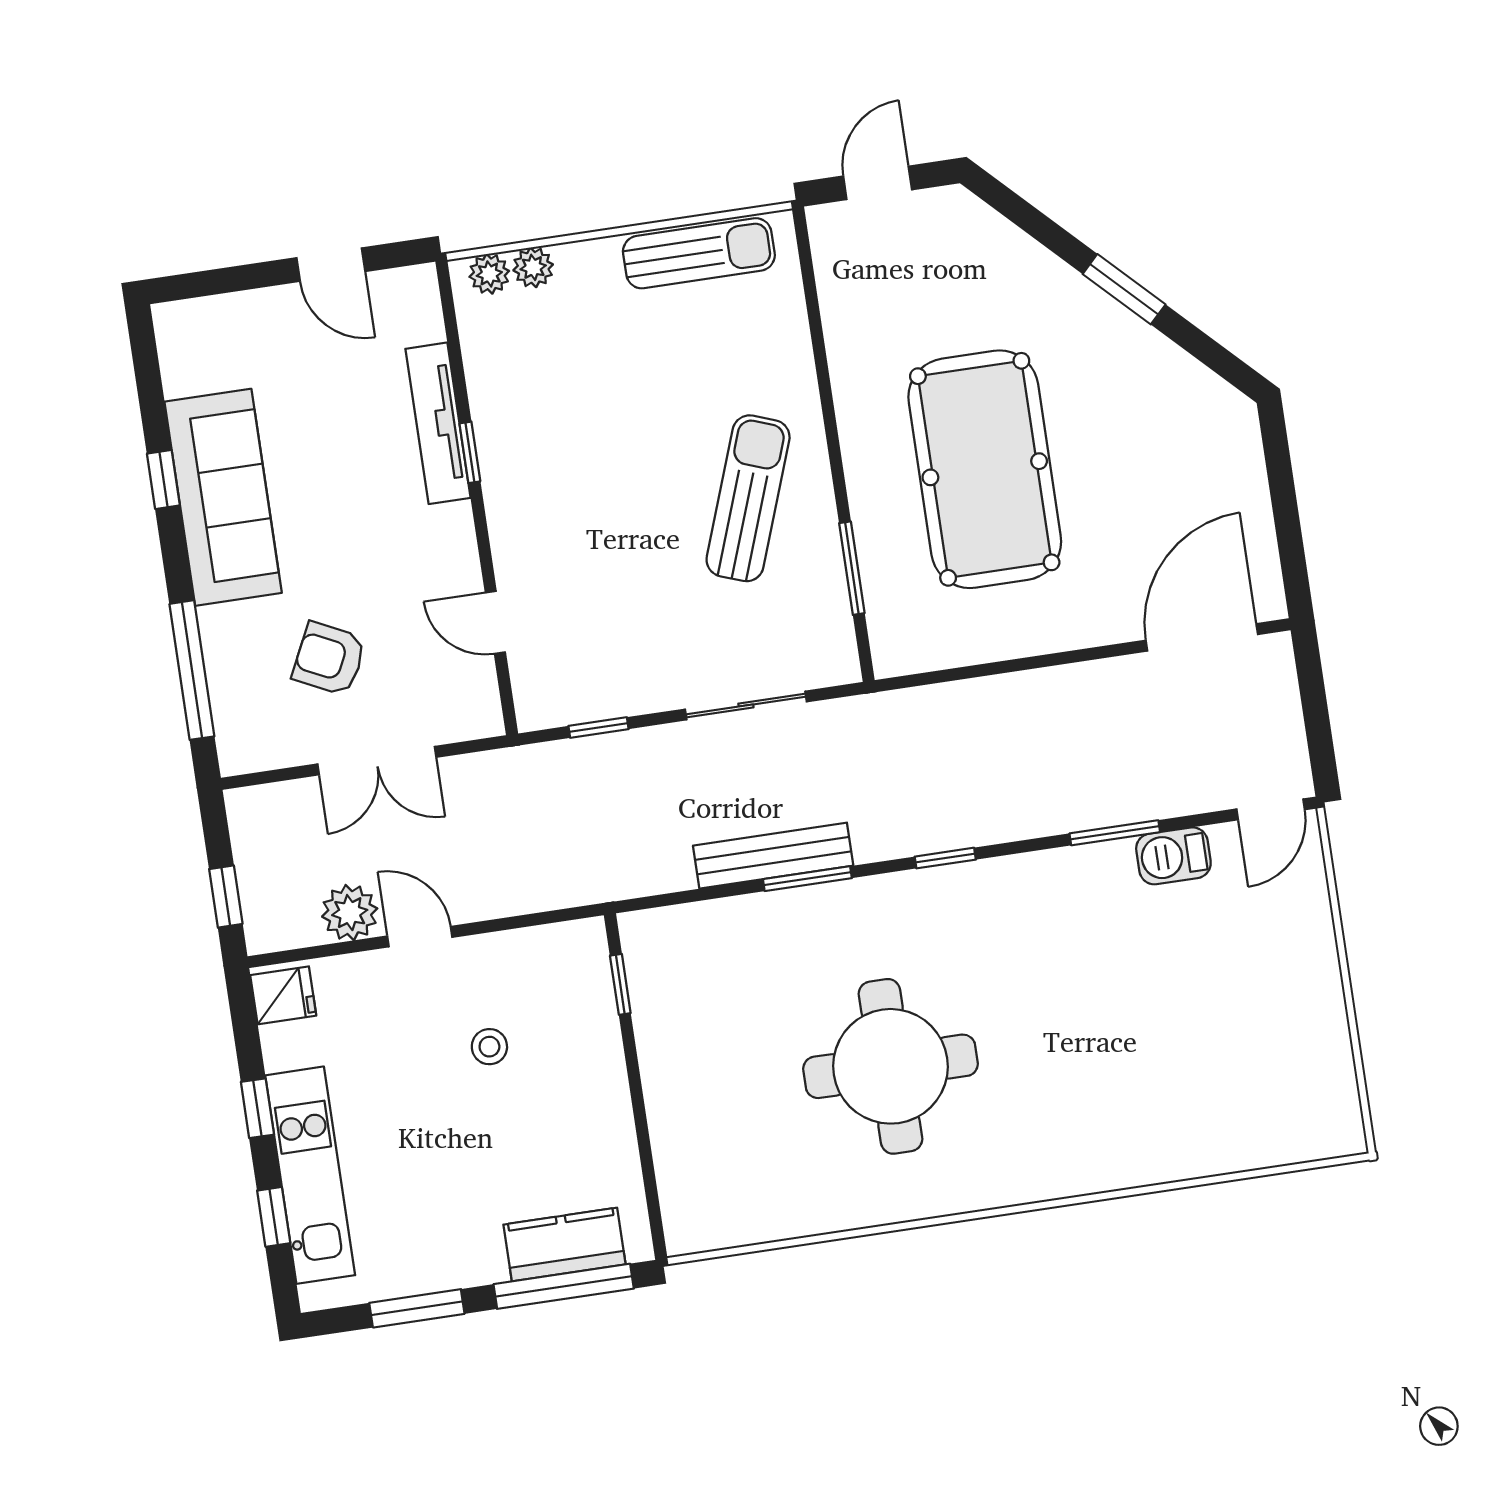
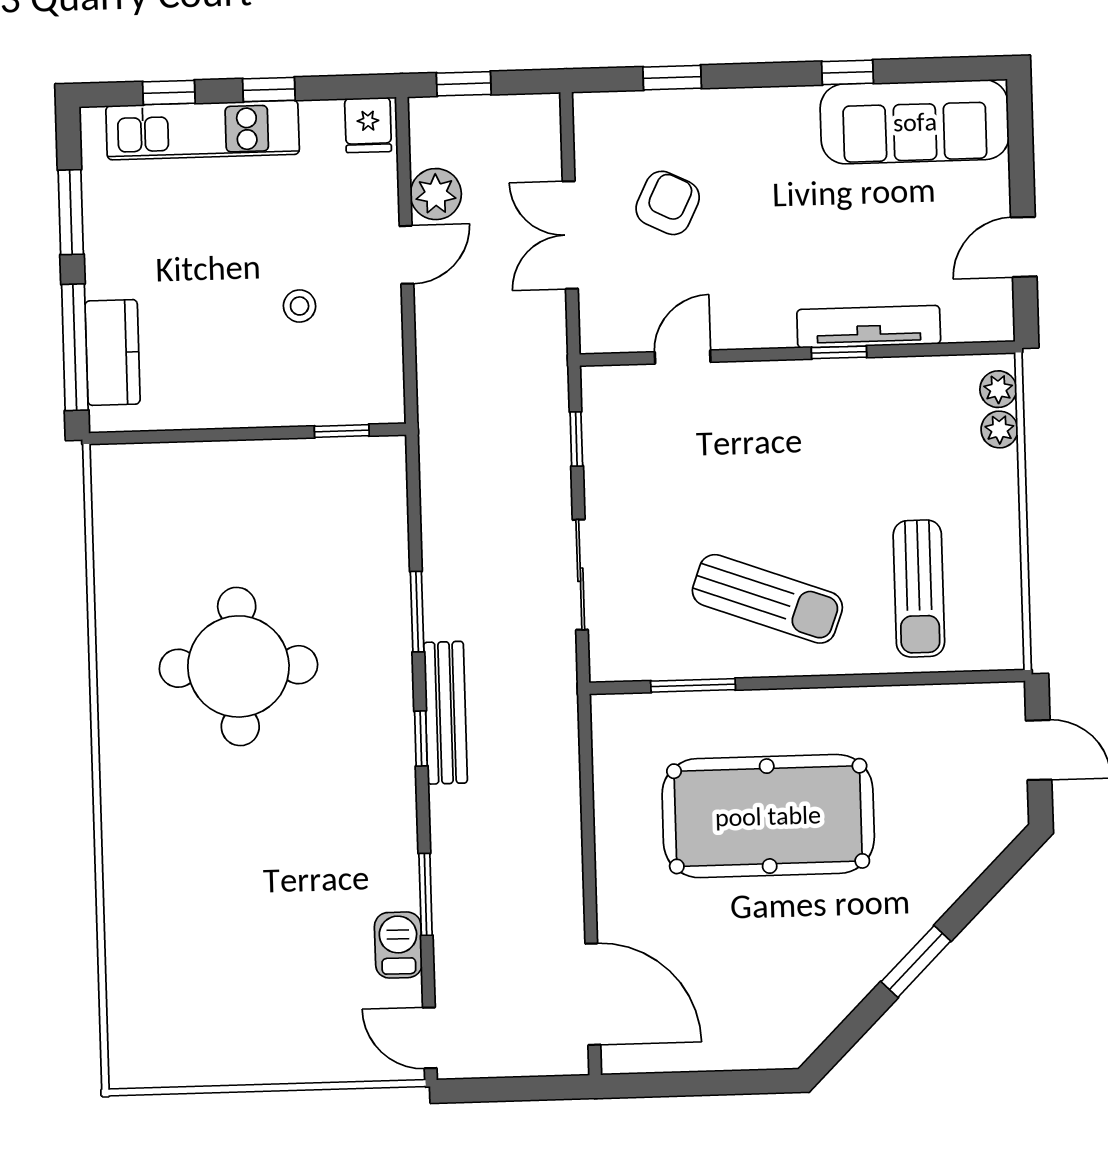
sun lounger: (699, 253) -> (919, 589), moved
sofa: (223, 497) -> (915, 122), moved
window: (192, 670) -> (672, 78), width x0.46
bench: (773, 856) -> (445, 713), moved

